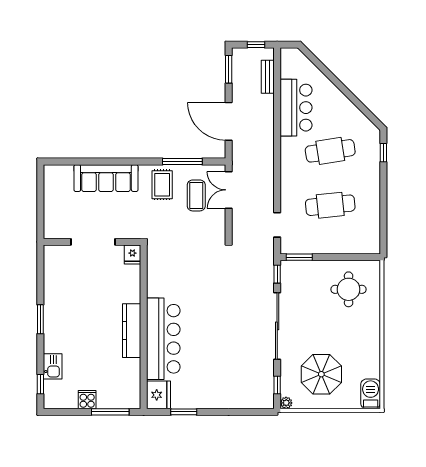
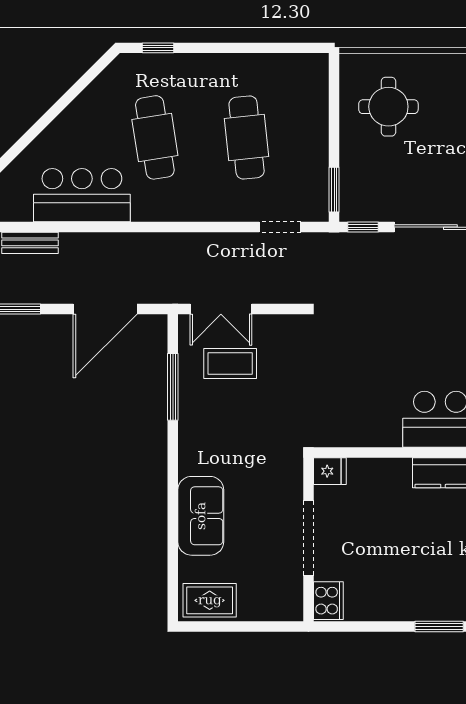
sofa: (106, 178) -> (201, 516), width x0.73
rug: (162, 185) -> (210, 600), moved
cooker: (56, 254) -> (328, 601), added

